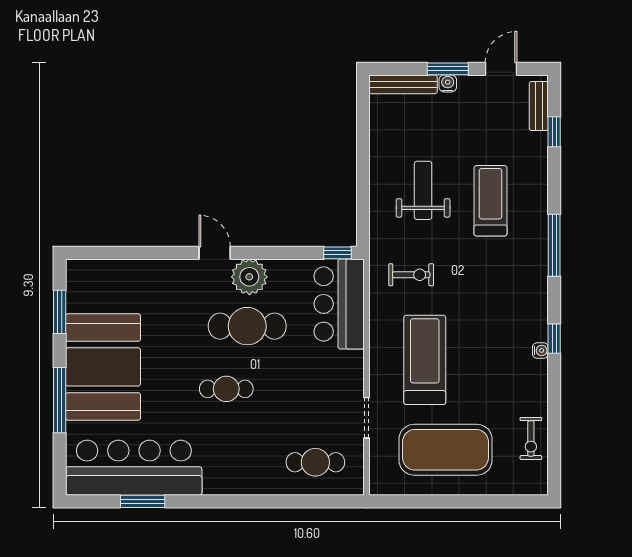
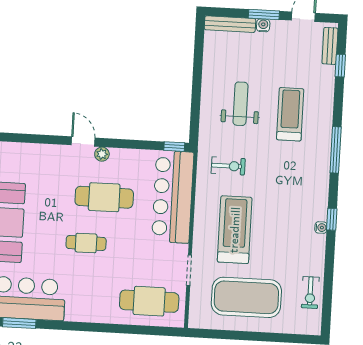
plant: (249, 277) -> (102, 154), width x0.53, depth x0.53
bar counter: (339, 304) -> (173, 197), width x1.36
cafe table: (315, 462) -> (149, 301), width x1.37, depth x1.35

